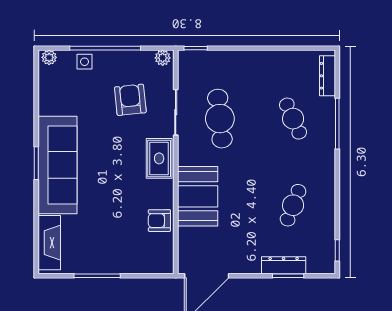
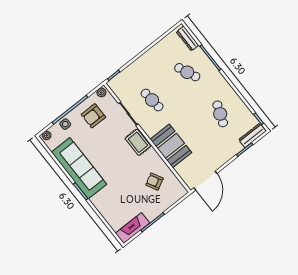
armchair: (130, 100) -> (93, 116), moved, turned -84
cafe table: (220, 119) -> (152, 100), width x0.73, depth x0.74
sofa: (57, 165) -> (79, 168), moved
armchair: (159, 221) -> (154, 182), moved, turned 62
fireplace: (49, 243) -> (132, 228), moved, turned -90
dresser: (284, 265) -> (252, 135), moved

